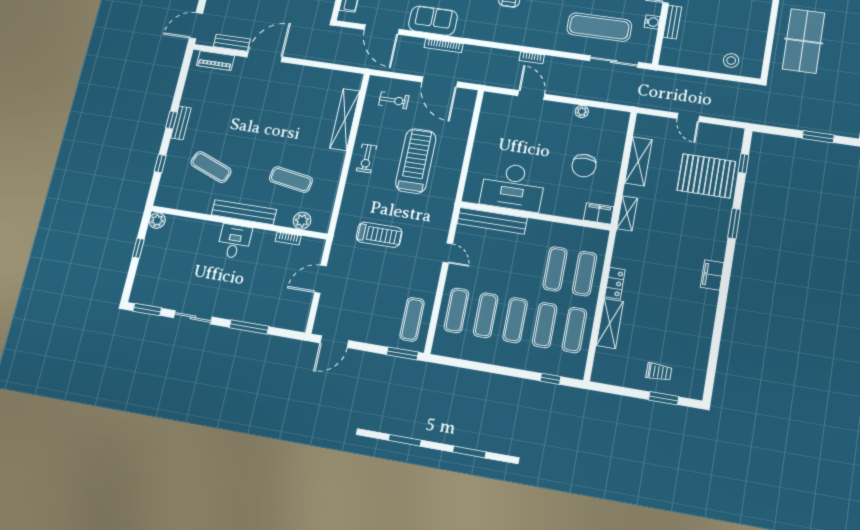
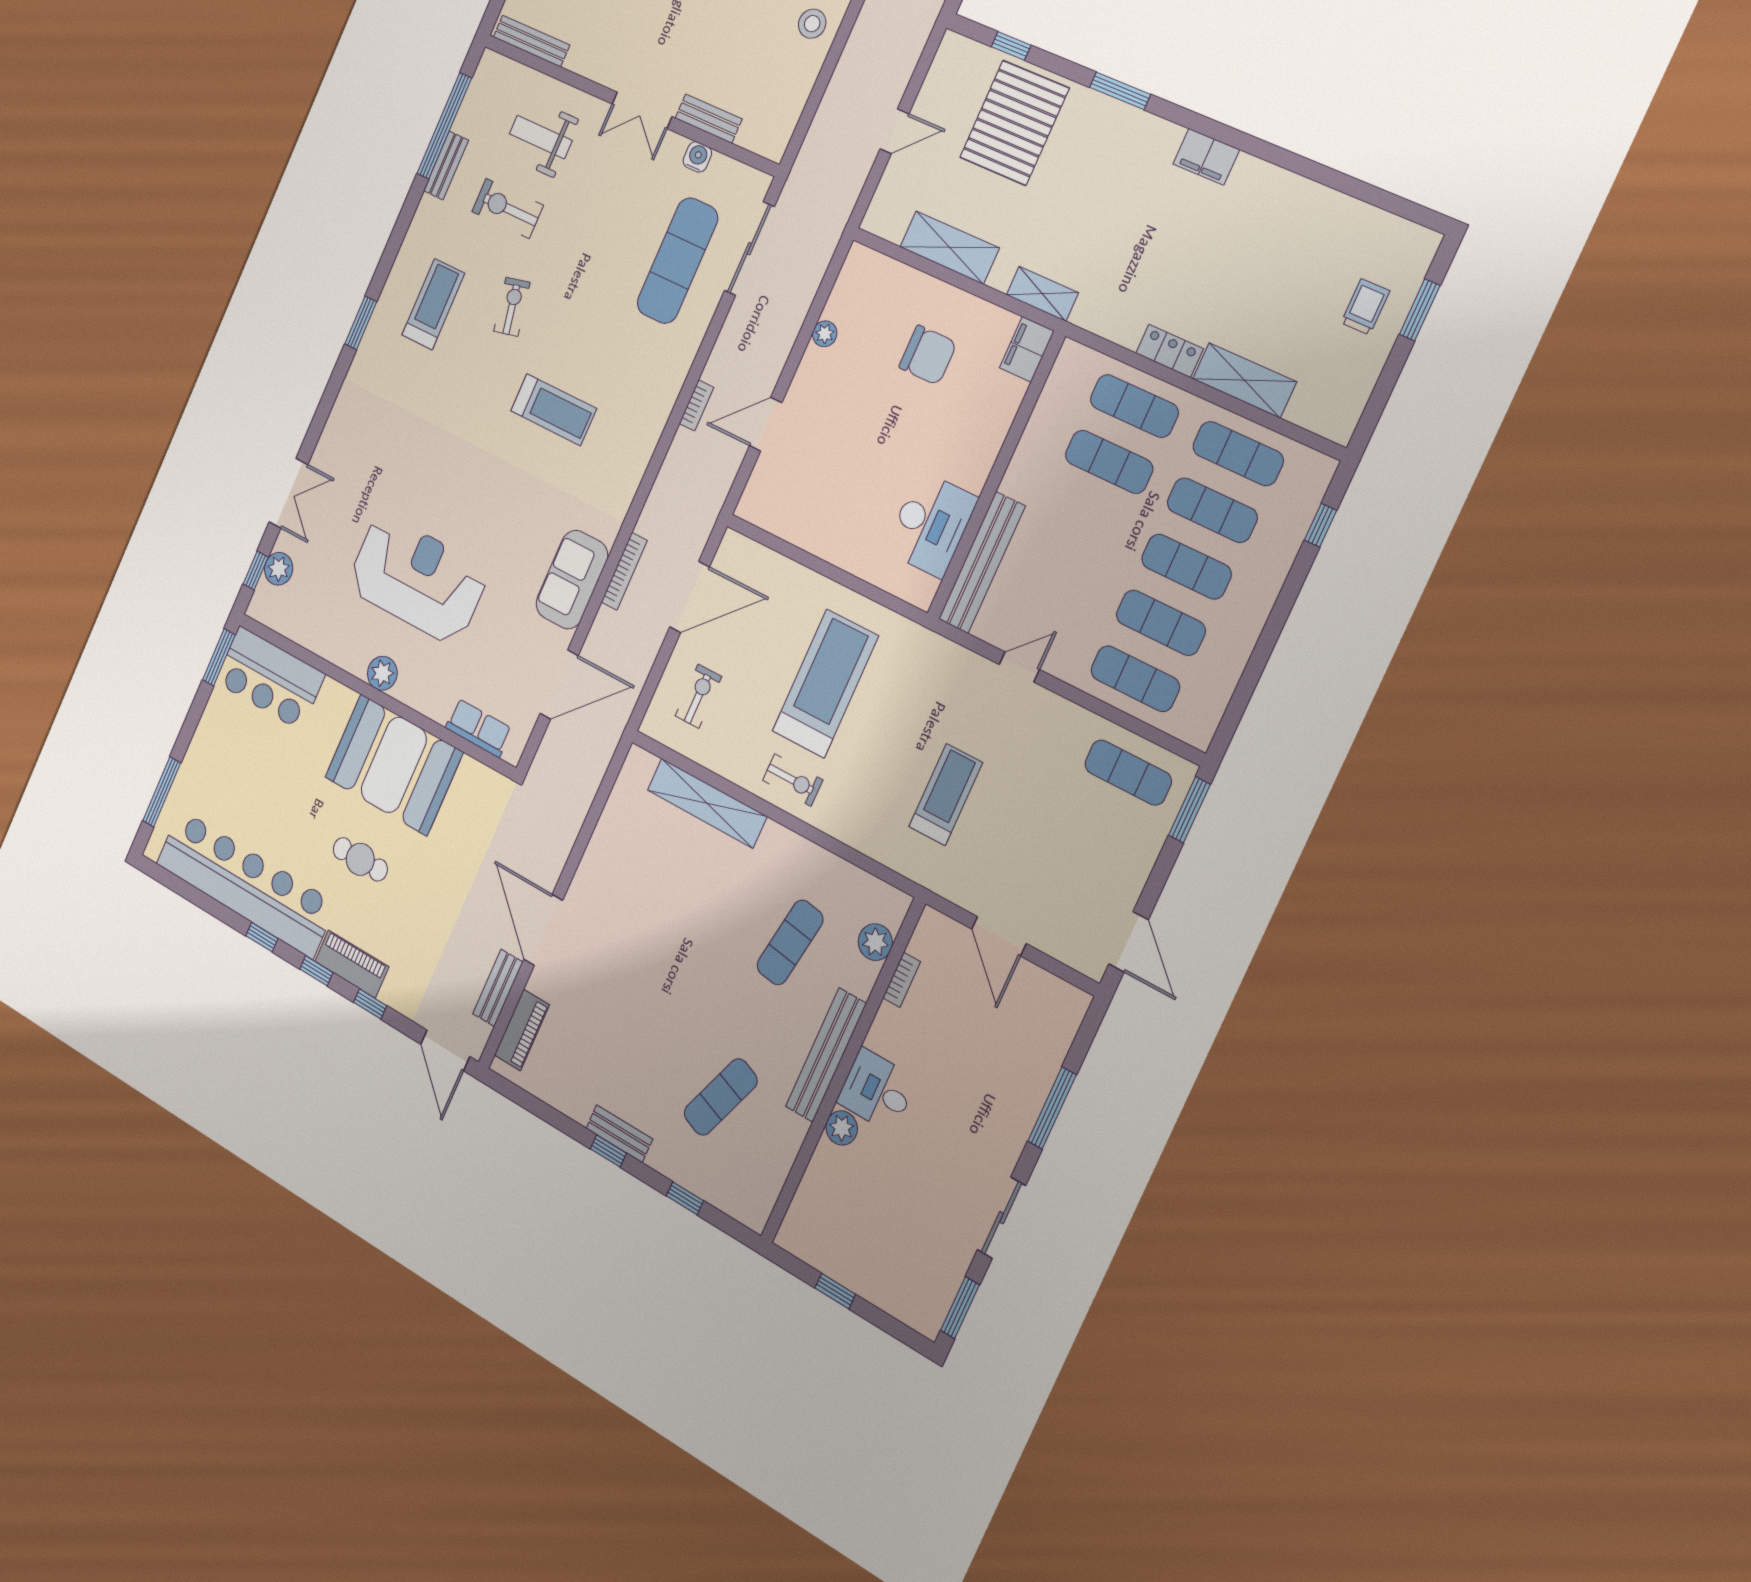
treadmill: (416, 161) -> (825, 683), turned 90
desk: (513, 187) -> (931, 524), width x0.73, depth x0.77
plant: (157, 220) -> (842, 1128), moved

